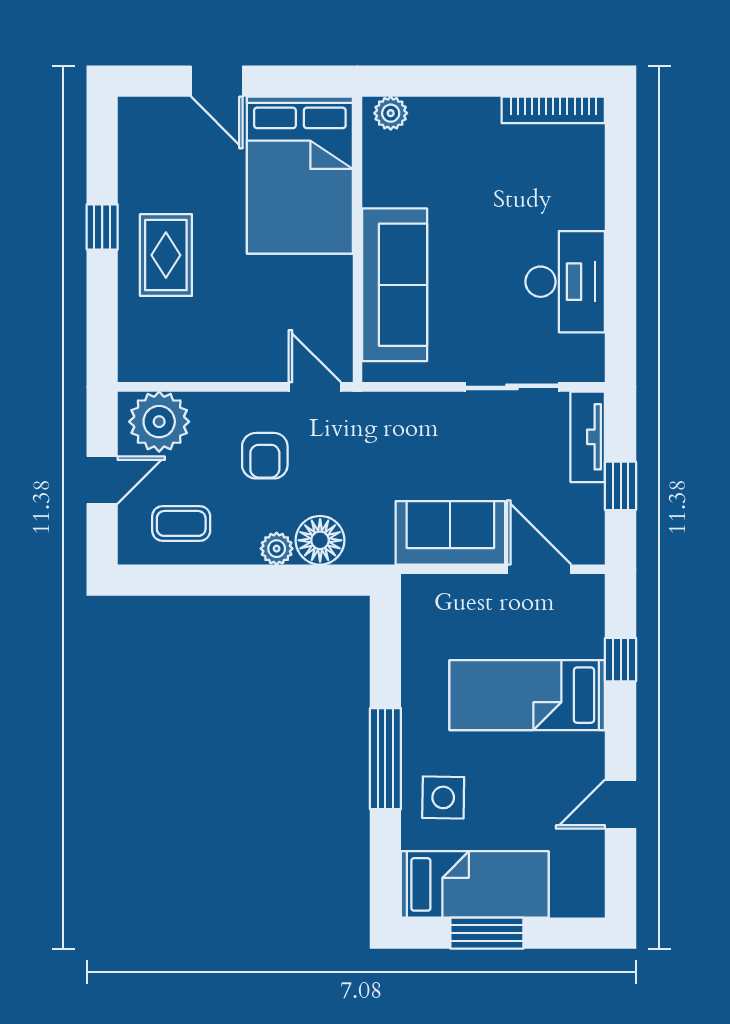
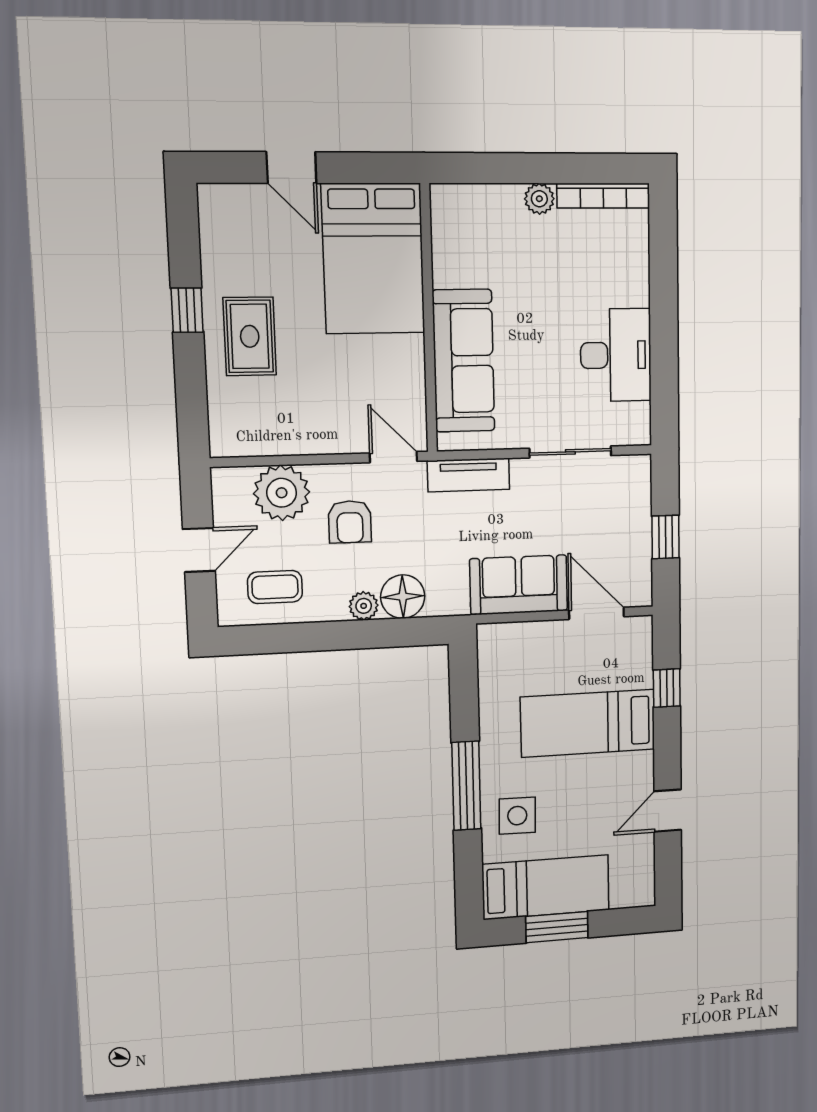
plant: (391, 113) -> (539, 199), moved
plant: (159, 422) -> (282, 493), moved
tv unit: (588, 437) -> (468, 475), moved, turned -90

